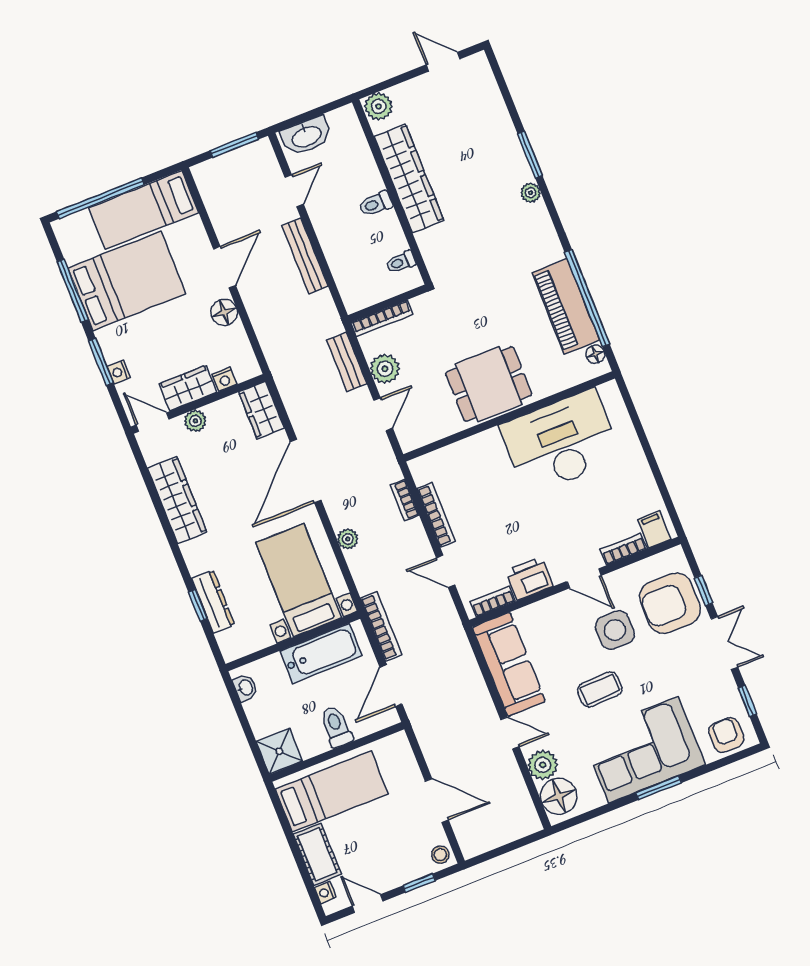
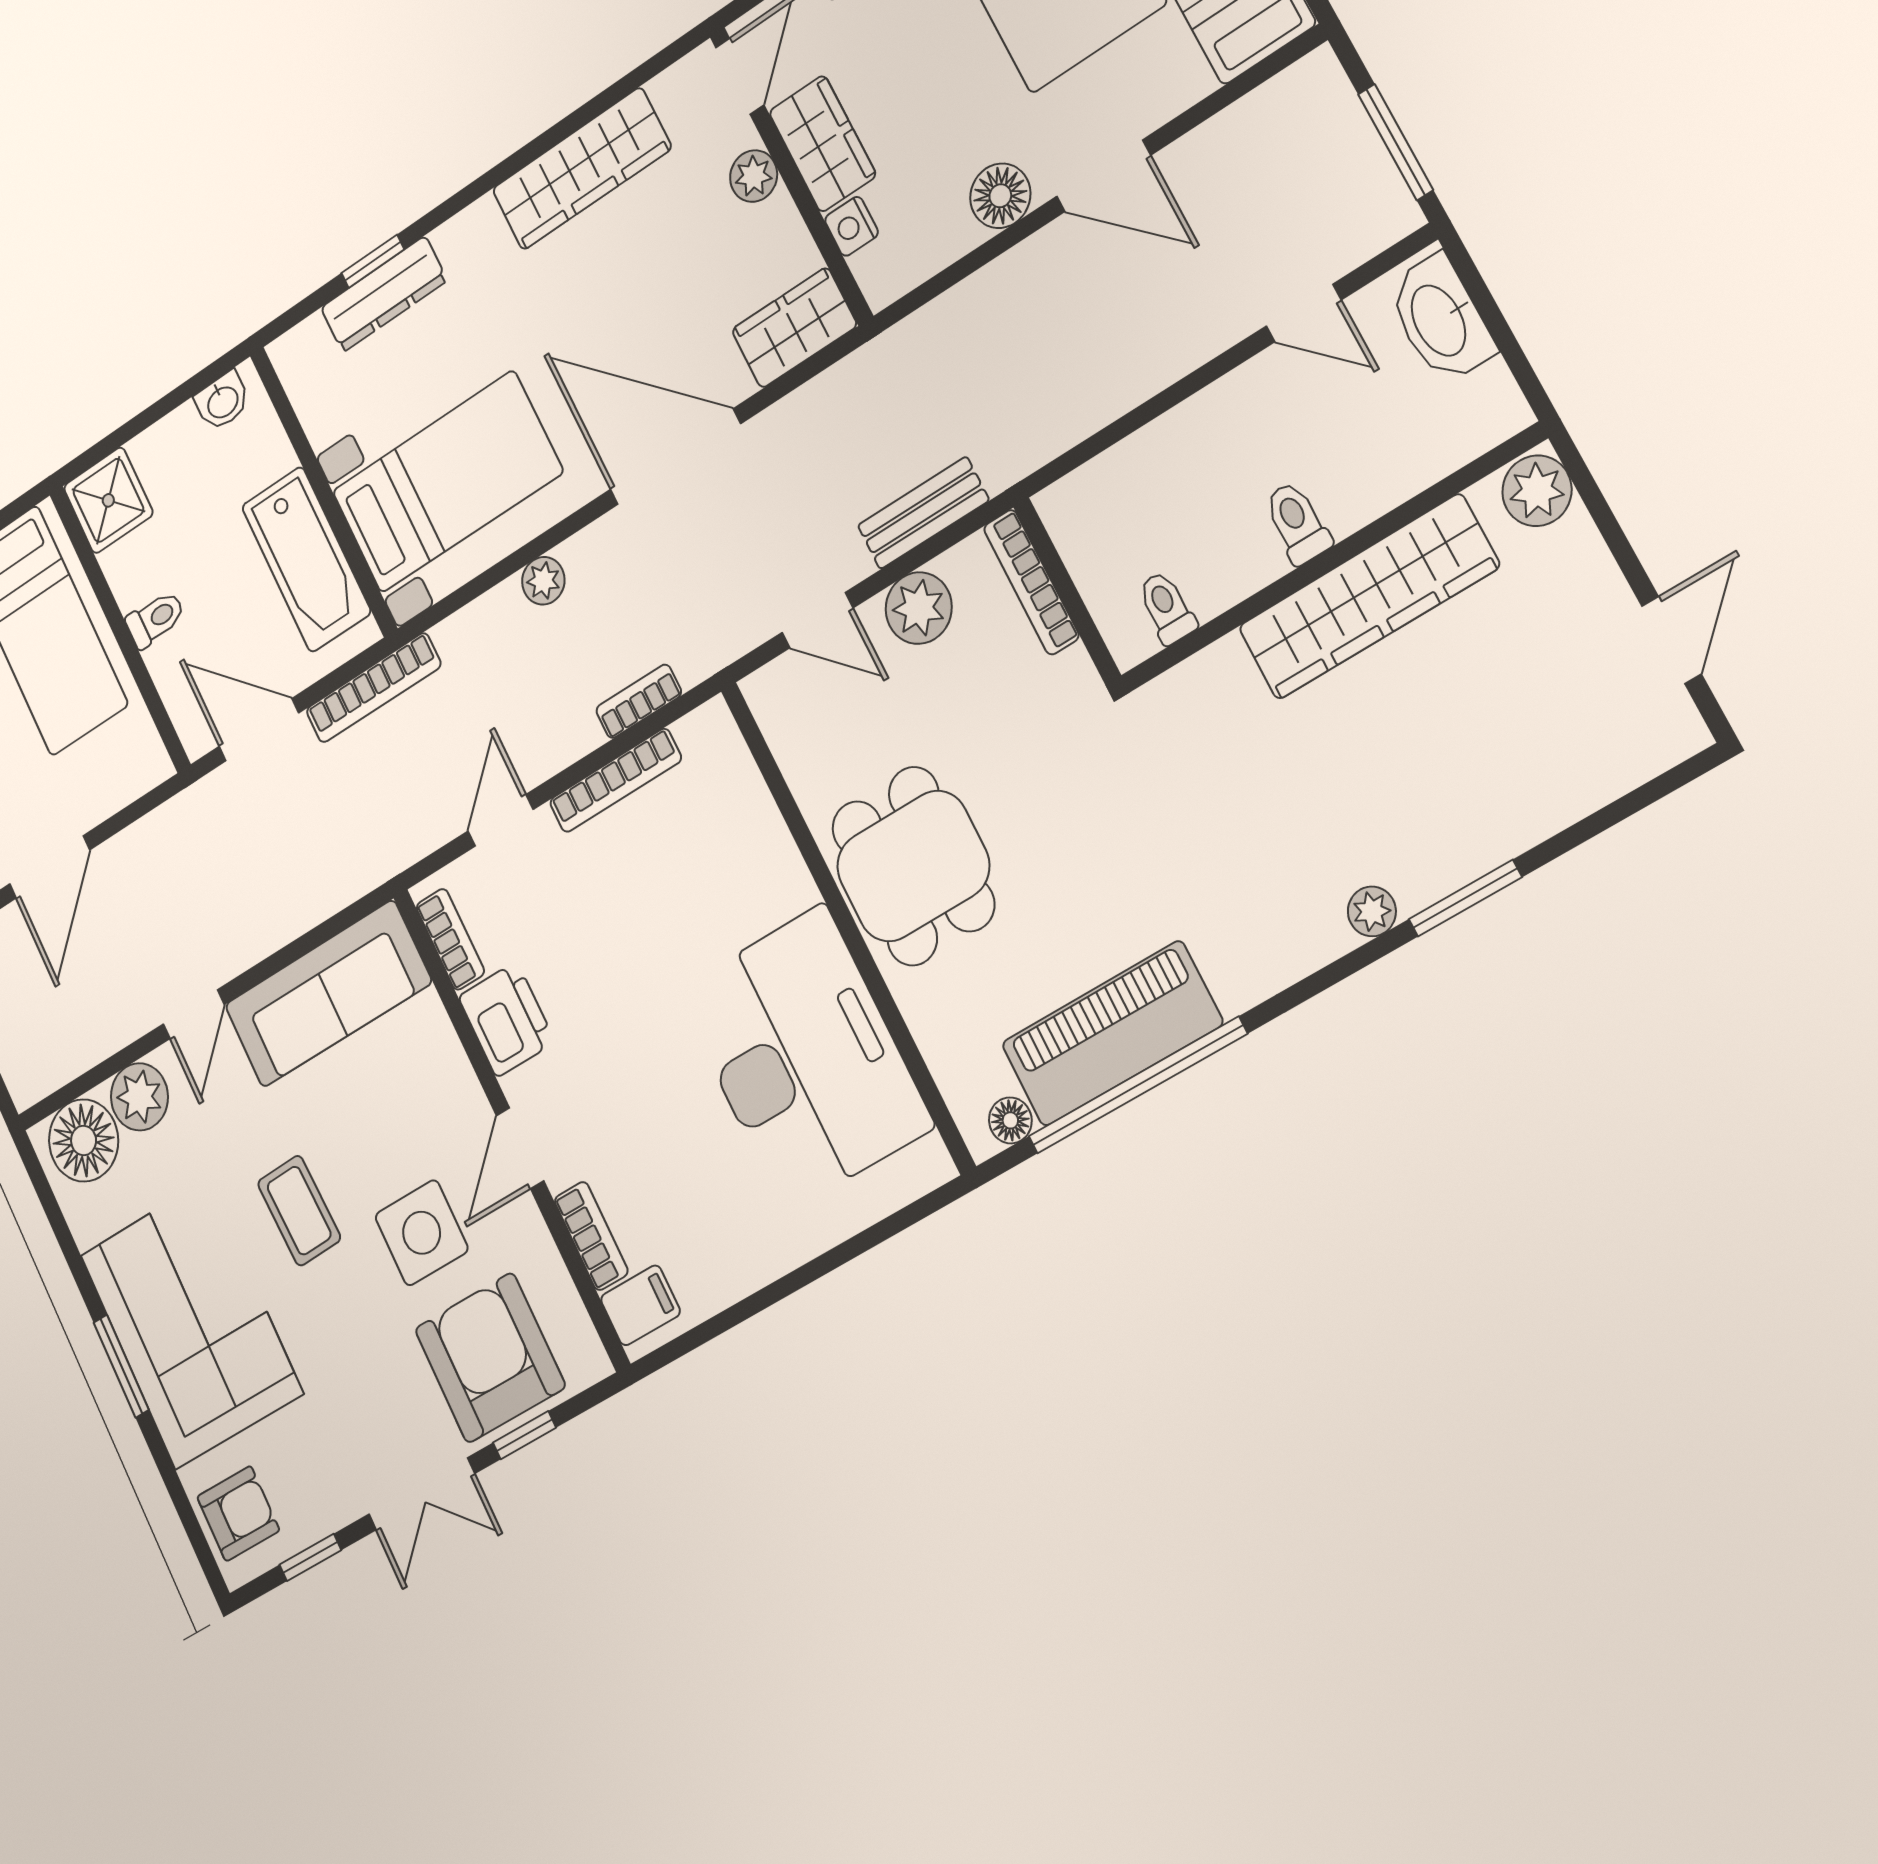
bench: (305, 256) -> (1153, 368), removed
toilet: (336, 727) -> (155, 619), width x0.73, depth x0.72

